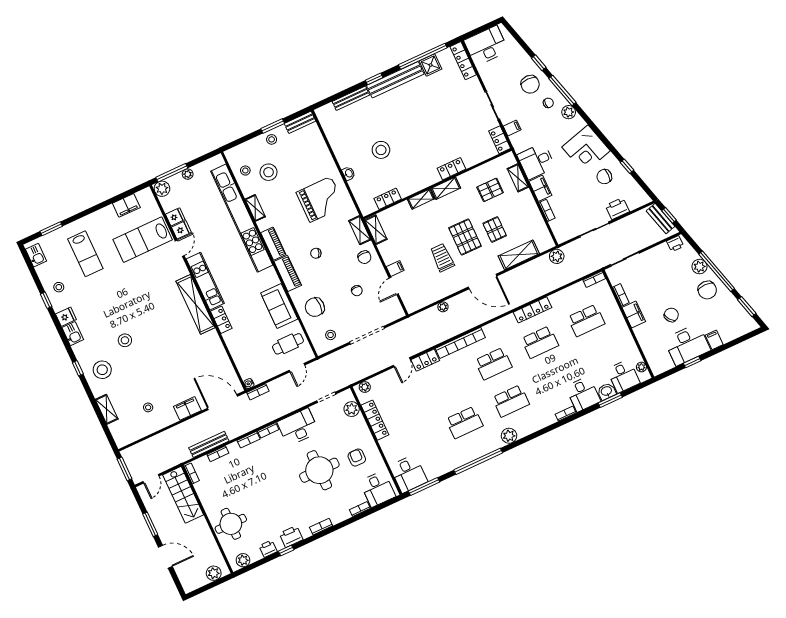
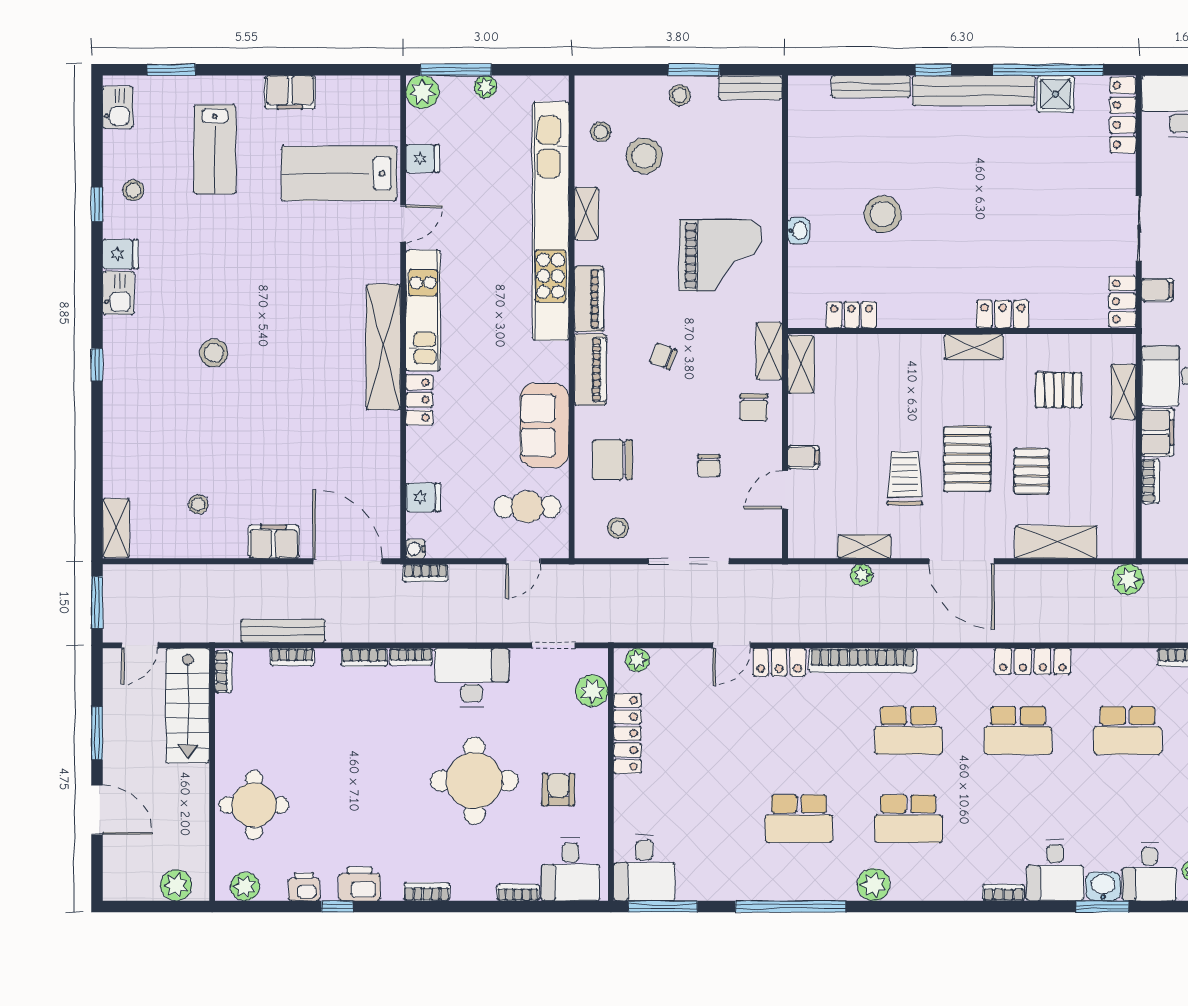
shelving: (421, 199) -> (864, 547), moved
filing cabinet: (126, 205) -> (290, 92), moved
fridge: (181, 230) -> (423, 497), moved
stool: (102, 370) -> (143, 390), removed
shelving: (107, 409) -> (116, 528), moved

